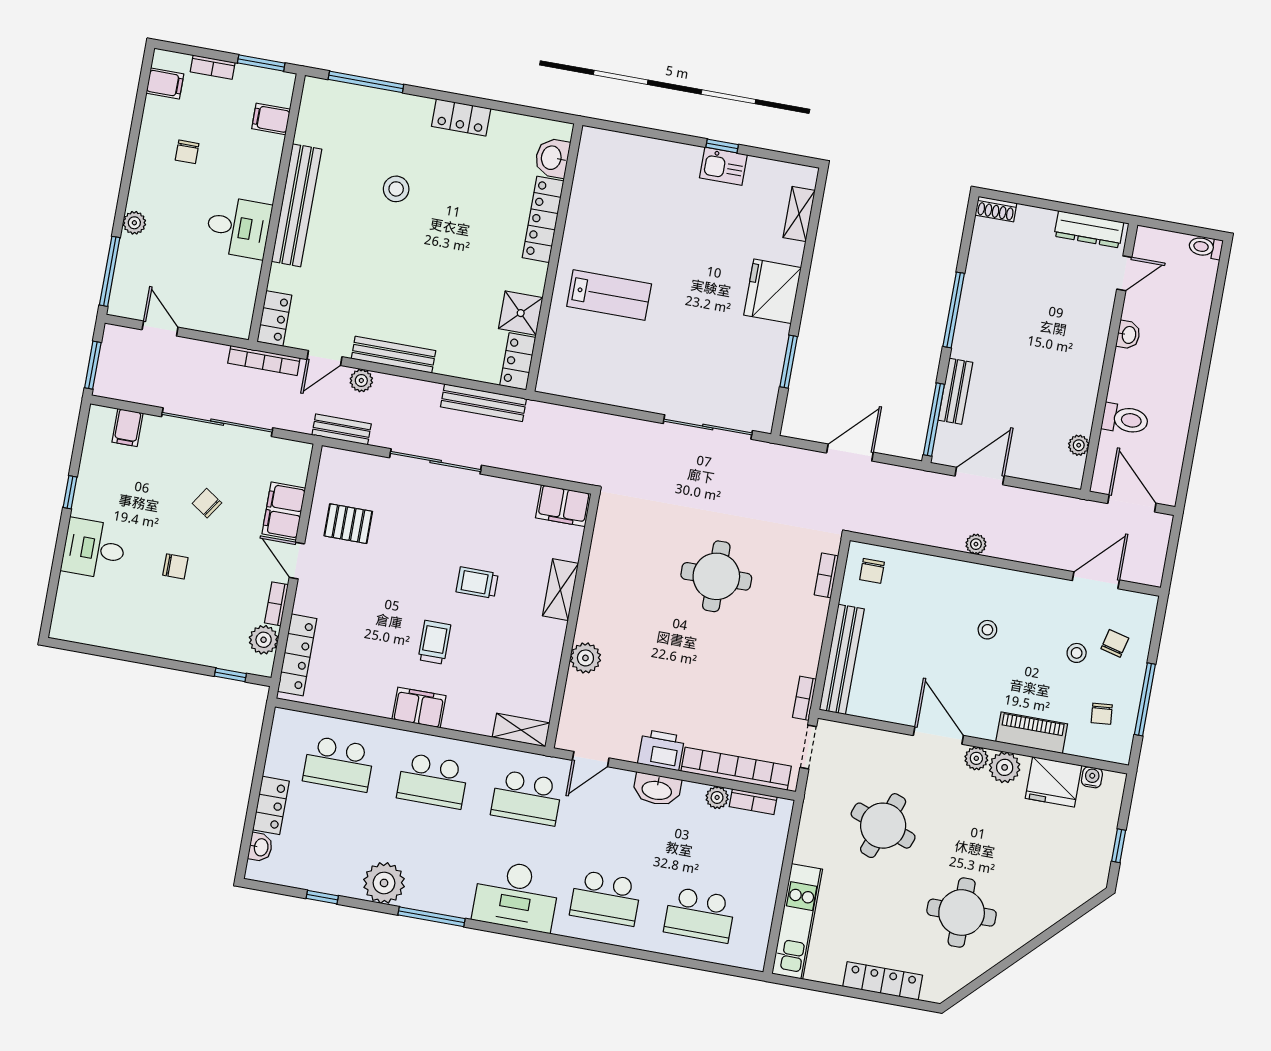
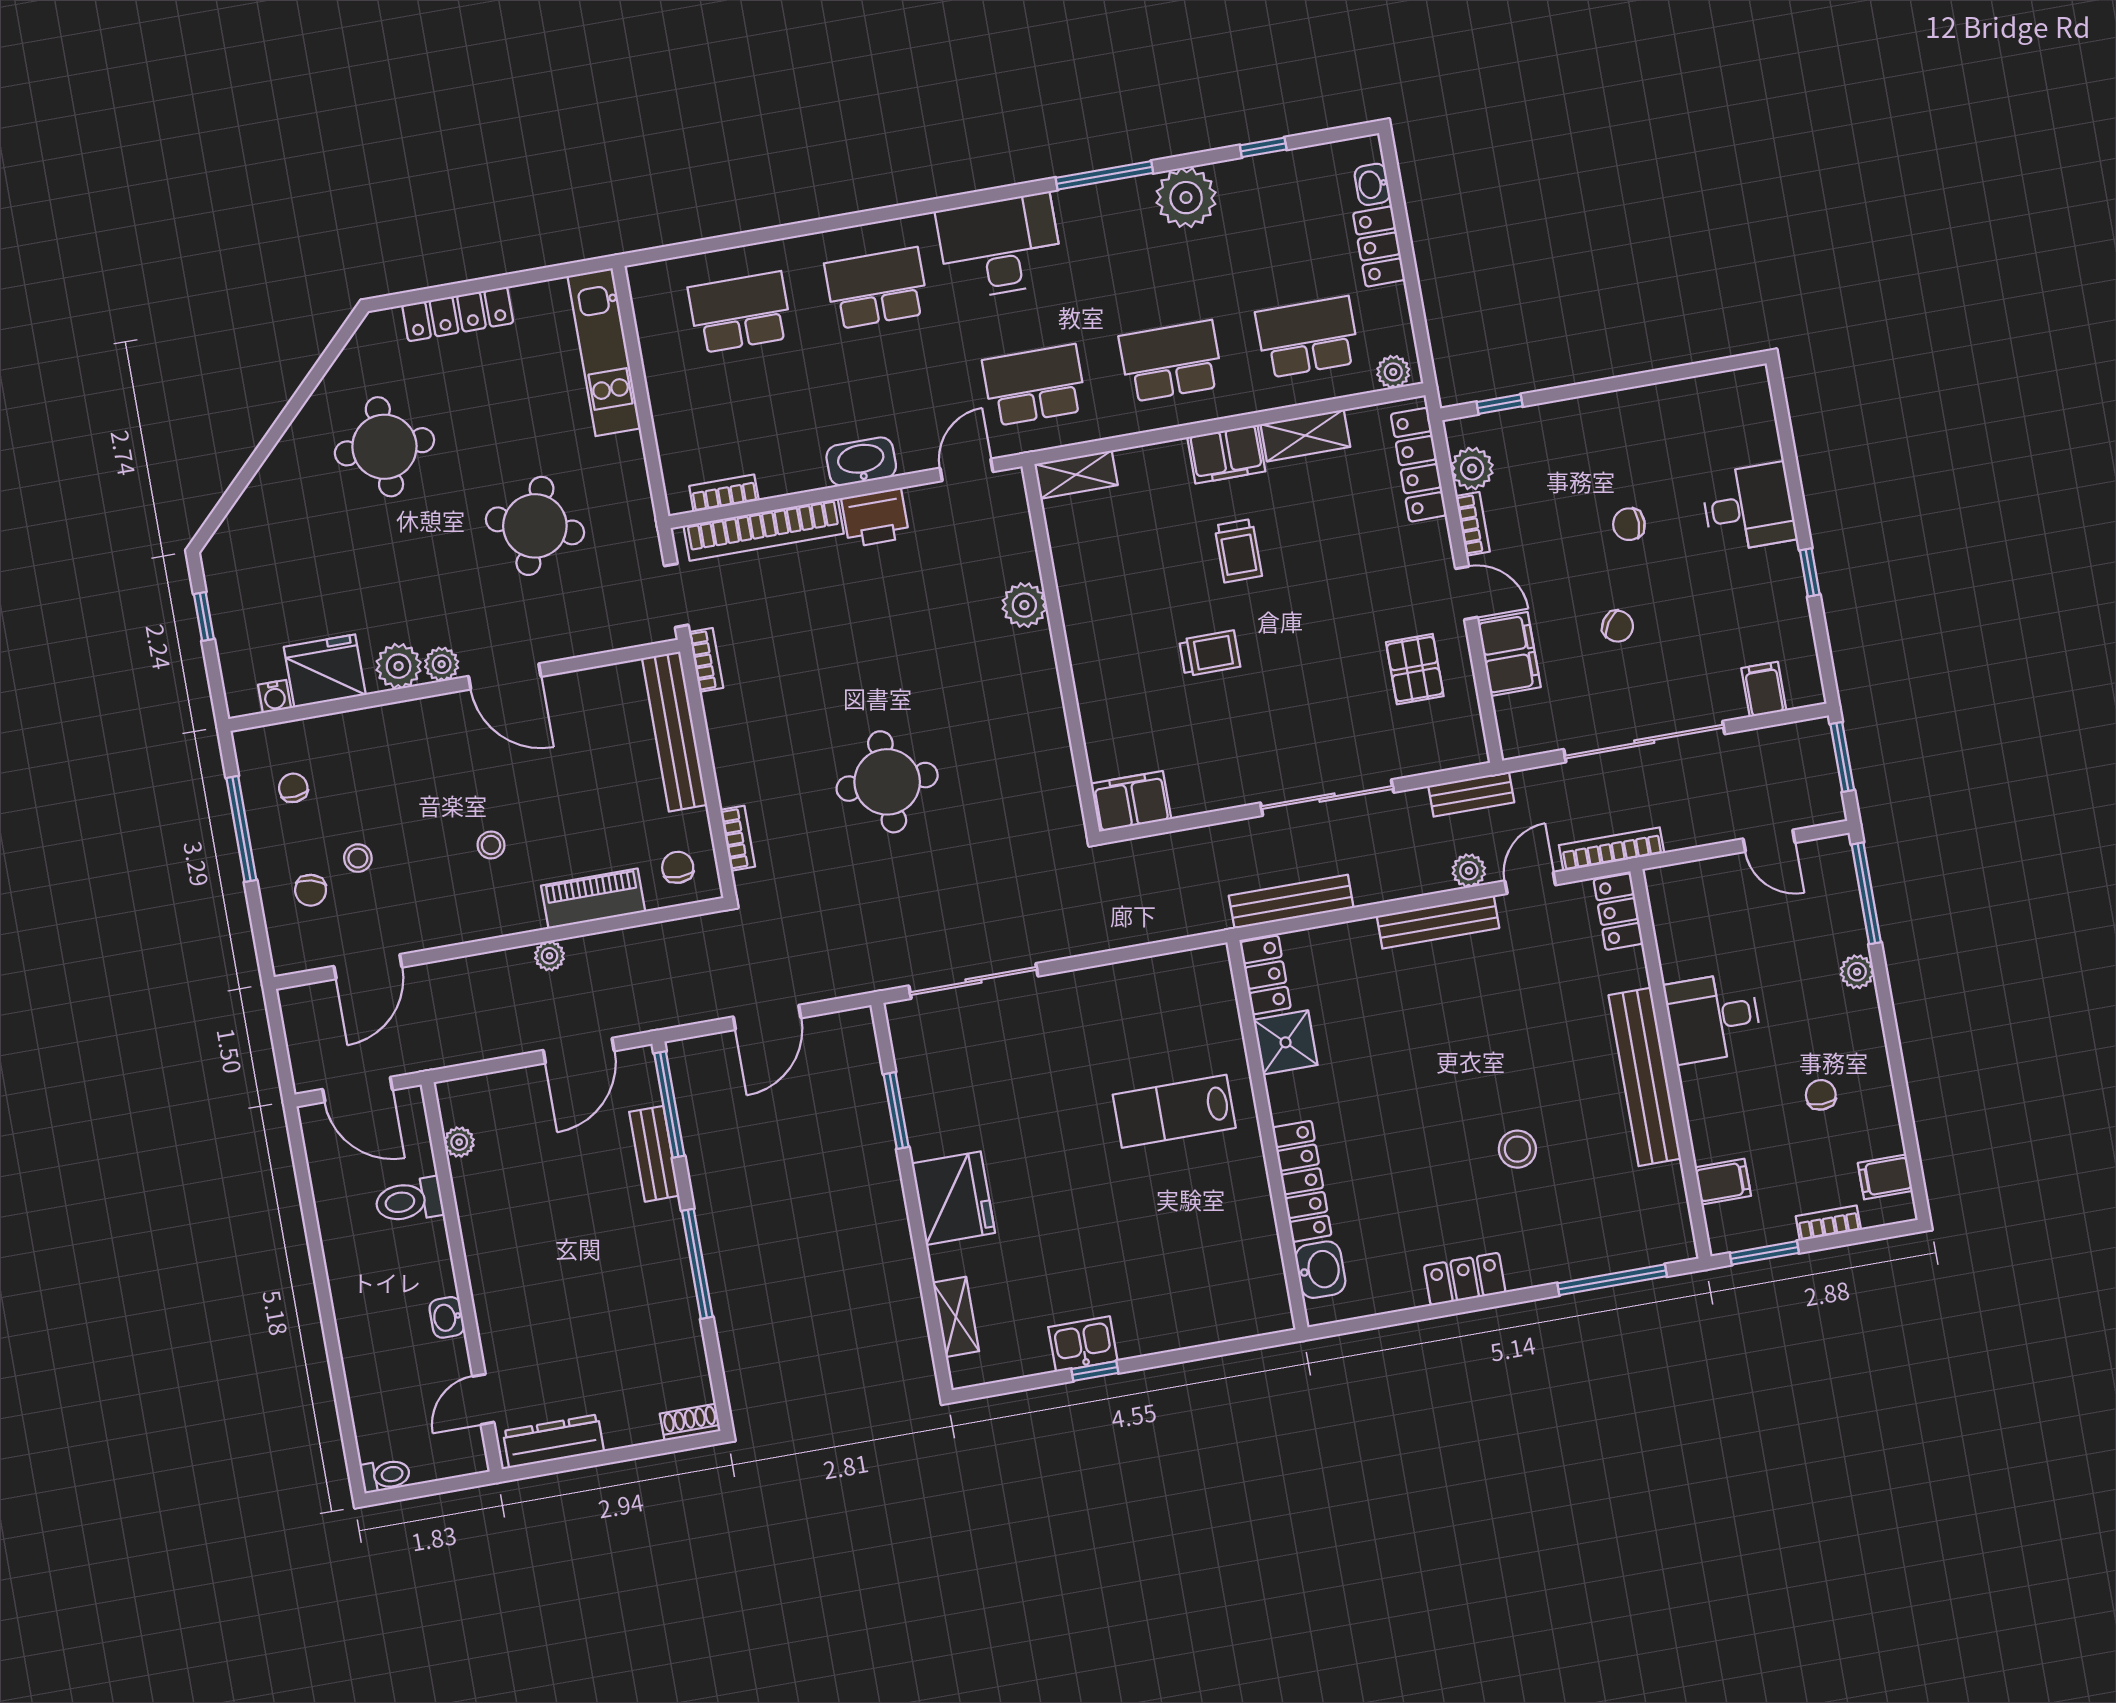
pallet: (348, 524) -> (1415, 669), turned 90
shelving: (560, 590) -> (1305, 436), moved, turned 90
piano: (1032, 733) -> (593, 899), moved, turned 180
plant: (717, 797) -> (1393, 372), moved

